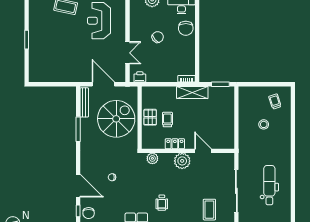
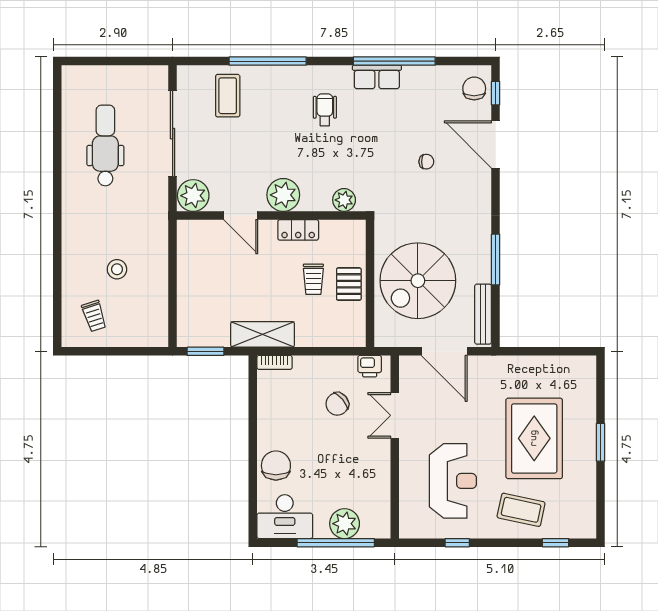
chair: (158, 37) -> (337, 404), moved
rug: (59, 42) -> (534, 438), added
plant: (226, 161) -> (193, 196), added
dental chair: (269, 185) -> (105, 145), turned 180

